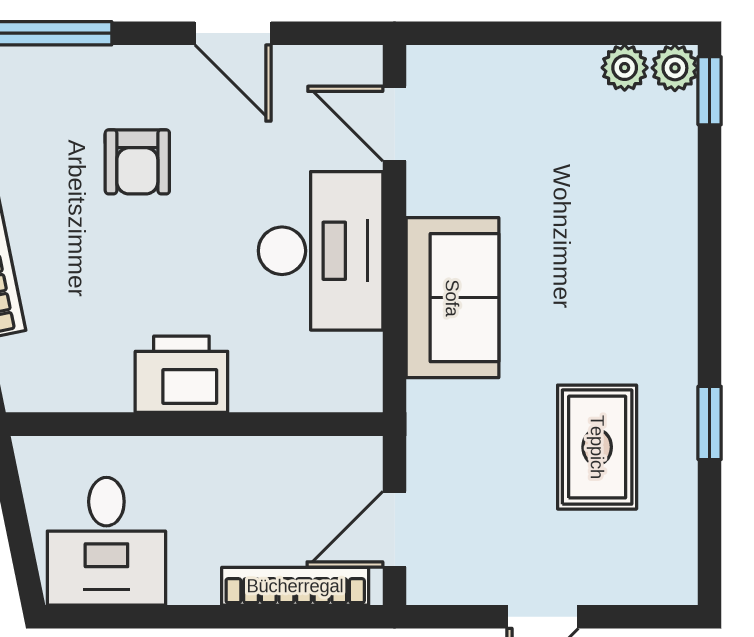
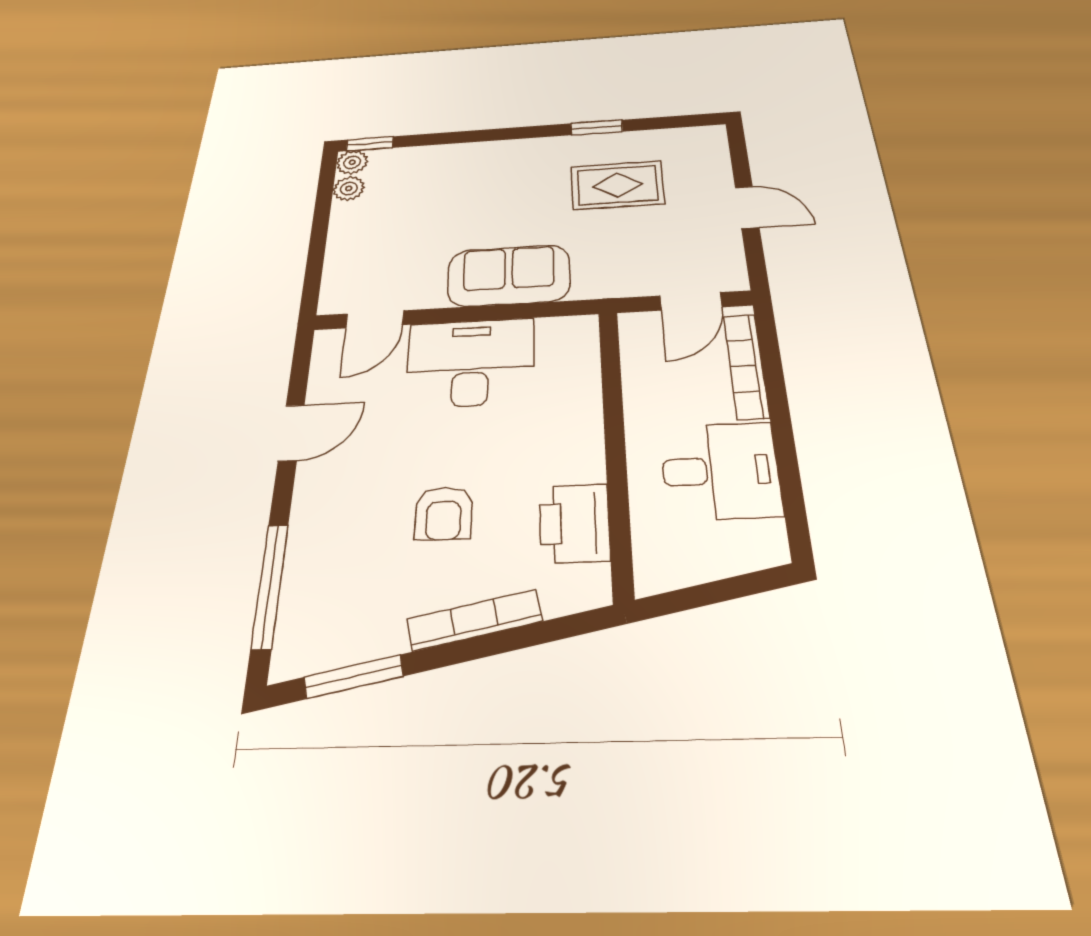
armchair: (137, 162) -> (444, 513), moved, turned 91
printer: (181, 374) -> (574, 523), moved
door: (395, 529) -> (691, 301), hinge flipped
desk: (106, 541) -> (720, 471), moved

